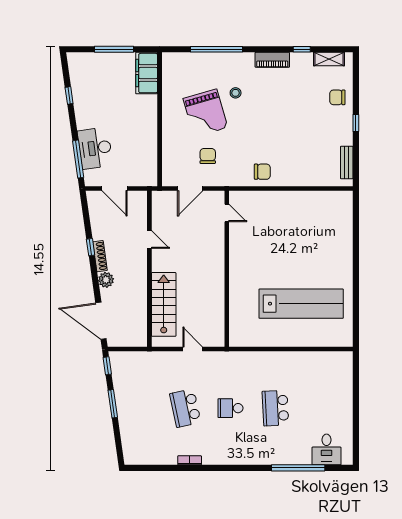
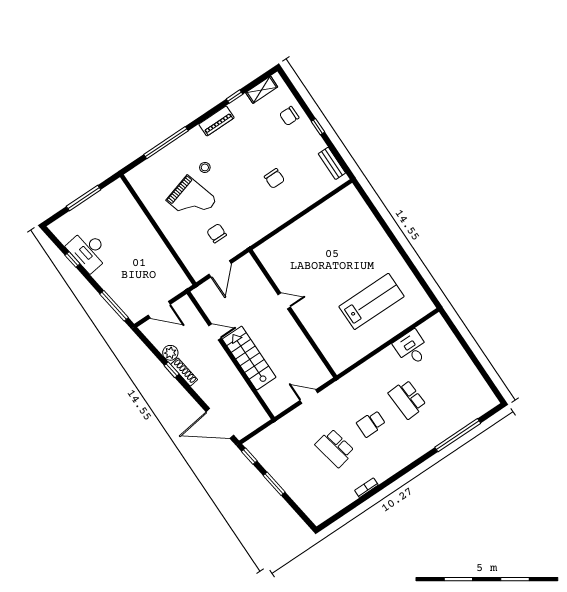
filing cabinet: (147, 73) -> (123, 200), removed
desk: (95, 148) -> (88, 251), moved
chair: (262, 172) -> (274, 178), moved, turned 90
door: (227, 213) -> (284, 301), moved
plant: (106, 280) -> (170, 353), moved
stairs: (164, 304) -> (249, 358), moved
lab bench: (301, 304) -> (371, 301), width x0.73
desk: (326, 449) -> (412, 348), moved, turned 180

